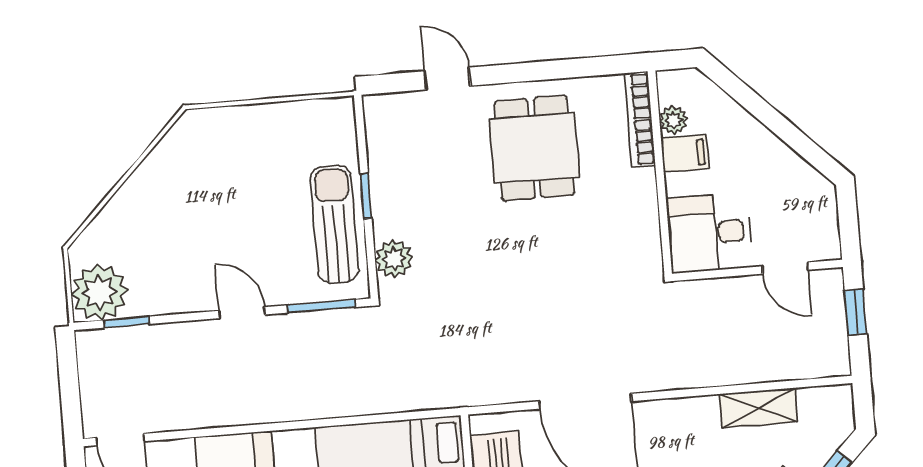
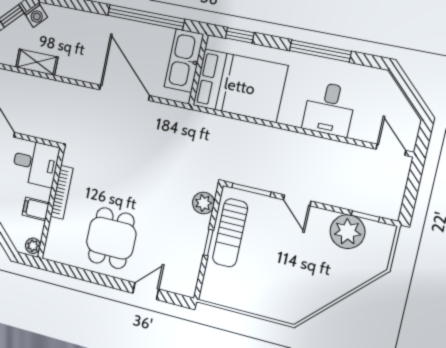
door: (447, 78) -> (146, 291), swing flipped
bookcase: (640, 119) -> (62, 192), moved
plant: (673, 120) -> (33, 246), moved
plant: (99, 292) -> (347, 232), moved

